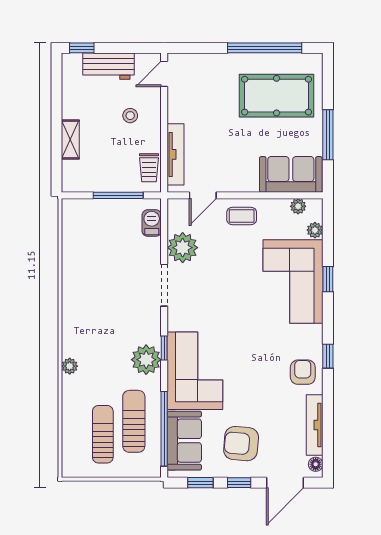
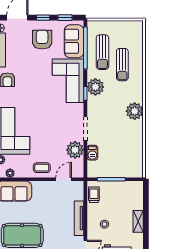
shelving: (70, 139) -> (138, 221), moved
tv unit: (176, 154) -> (79, 218), moved
barbecue: (152, 223) -> (92, 153), moved
plant: (70, 366) -> (135, 111), moved, width x1.87, depth x1.87
sun lounger: (103, 434) -> (122, 65), moved
armchair: (241, 444) -> (42, 40), turned -95

